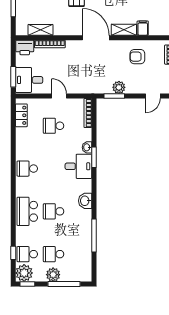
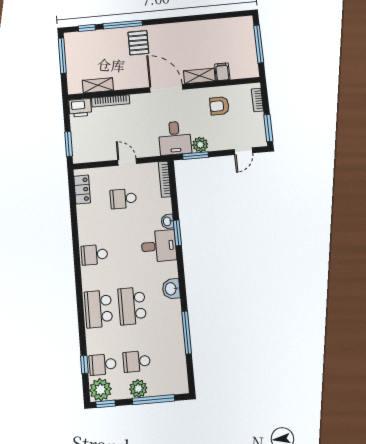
desk: (29, 80) -> (175, 138), moved, turned -90
school desk: (54, 211) -> (132, 306), width x1.85

